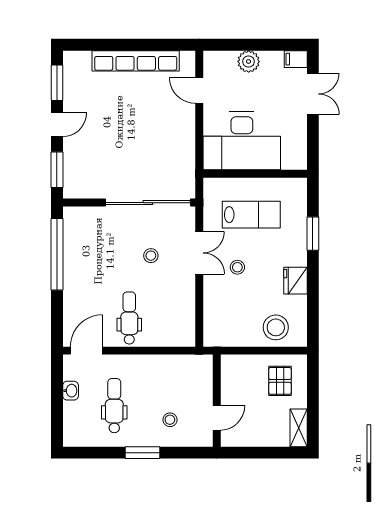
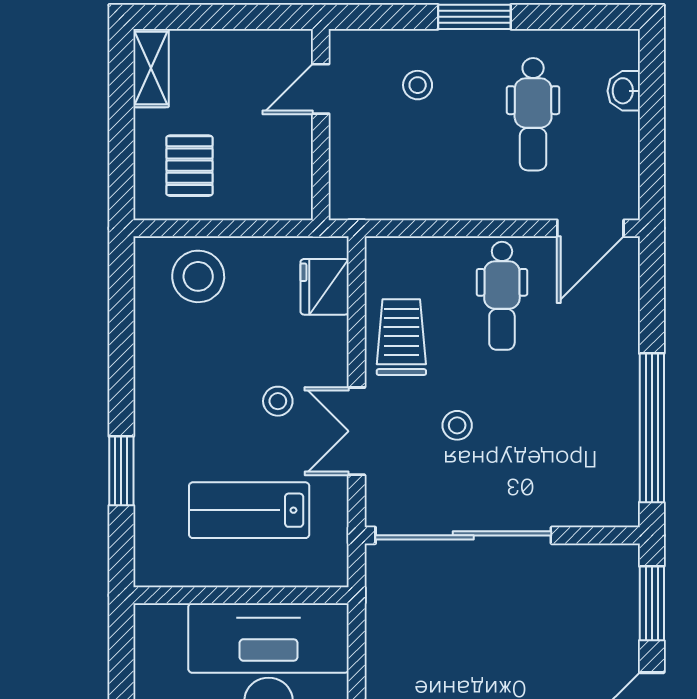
fridge: (295, 281) -> (325, 287), moved, turned 180
trolley: (178, 298) -> (401, 337), added
washbasin: (71, 391) -> (624, 91), moved

